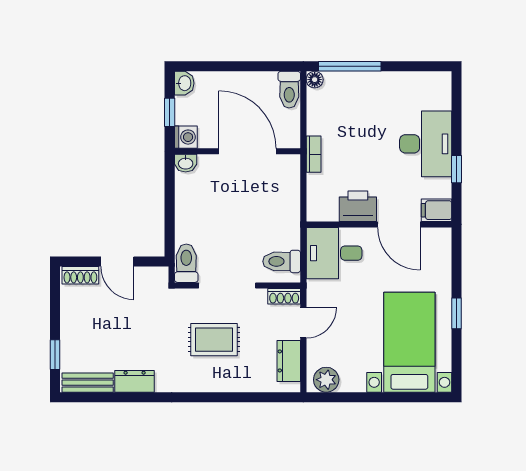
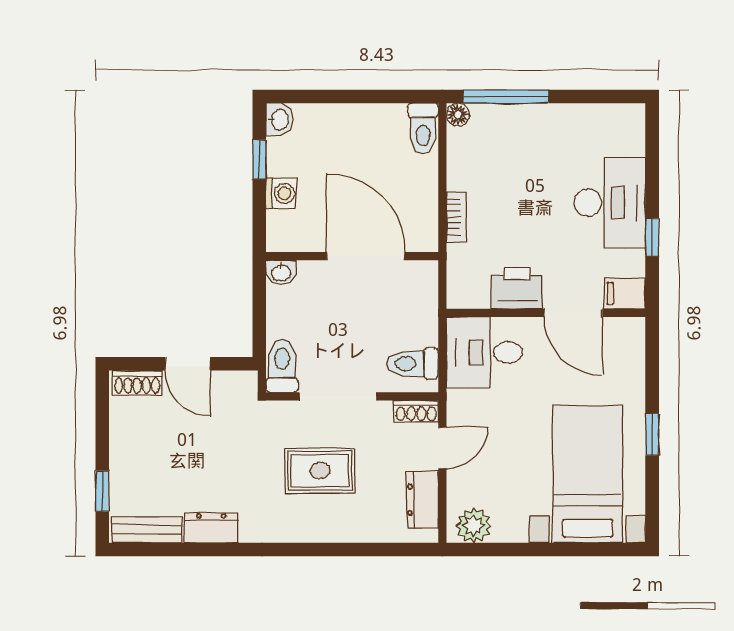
wall: (237, 151) -> (352, 256), moved
door: (247, 151) -> (366, 256), moved
washbasin: (186, 163) -> (281, 272), moved

